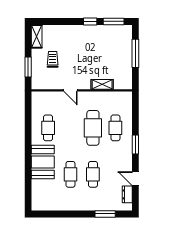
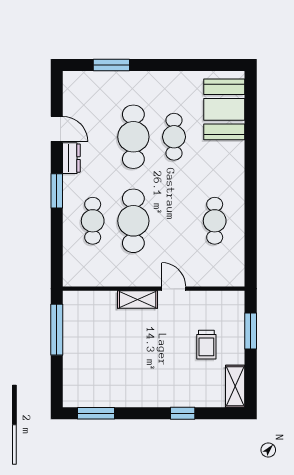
window: (90, 21) -> (183, 413), moved
window: (135, 53) -> (57, 330), moved
shelving: (102, 84) -> (138, 300), moved
booth: (43, 162) -> (224, 109), moved
cafe table: (93, 174) -> (133, 137), width x1.37, depth x1.35
dresser: (127, 194) -> (71, 158), moved

